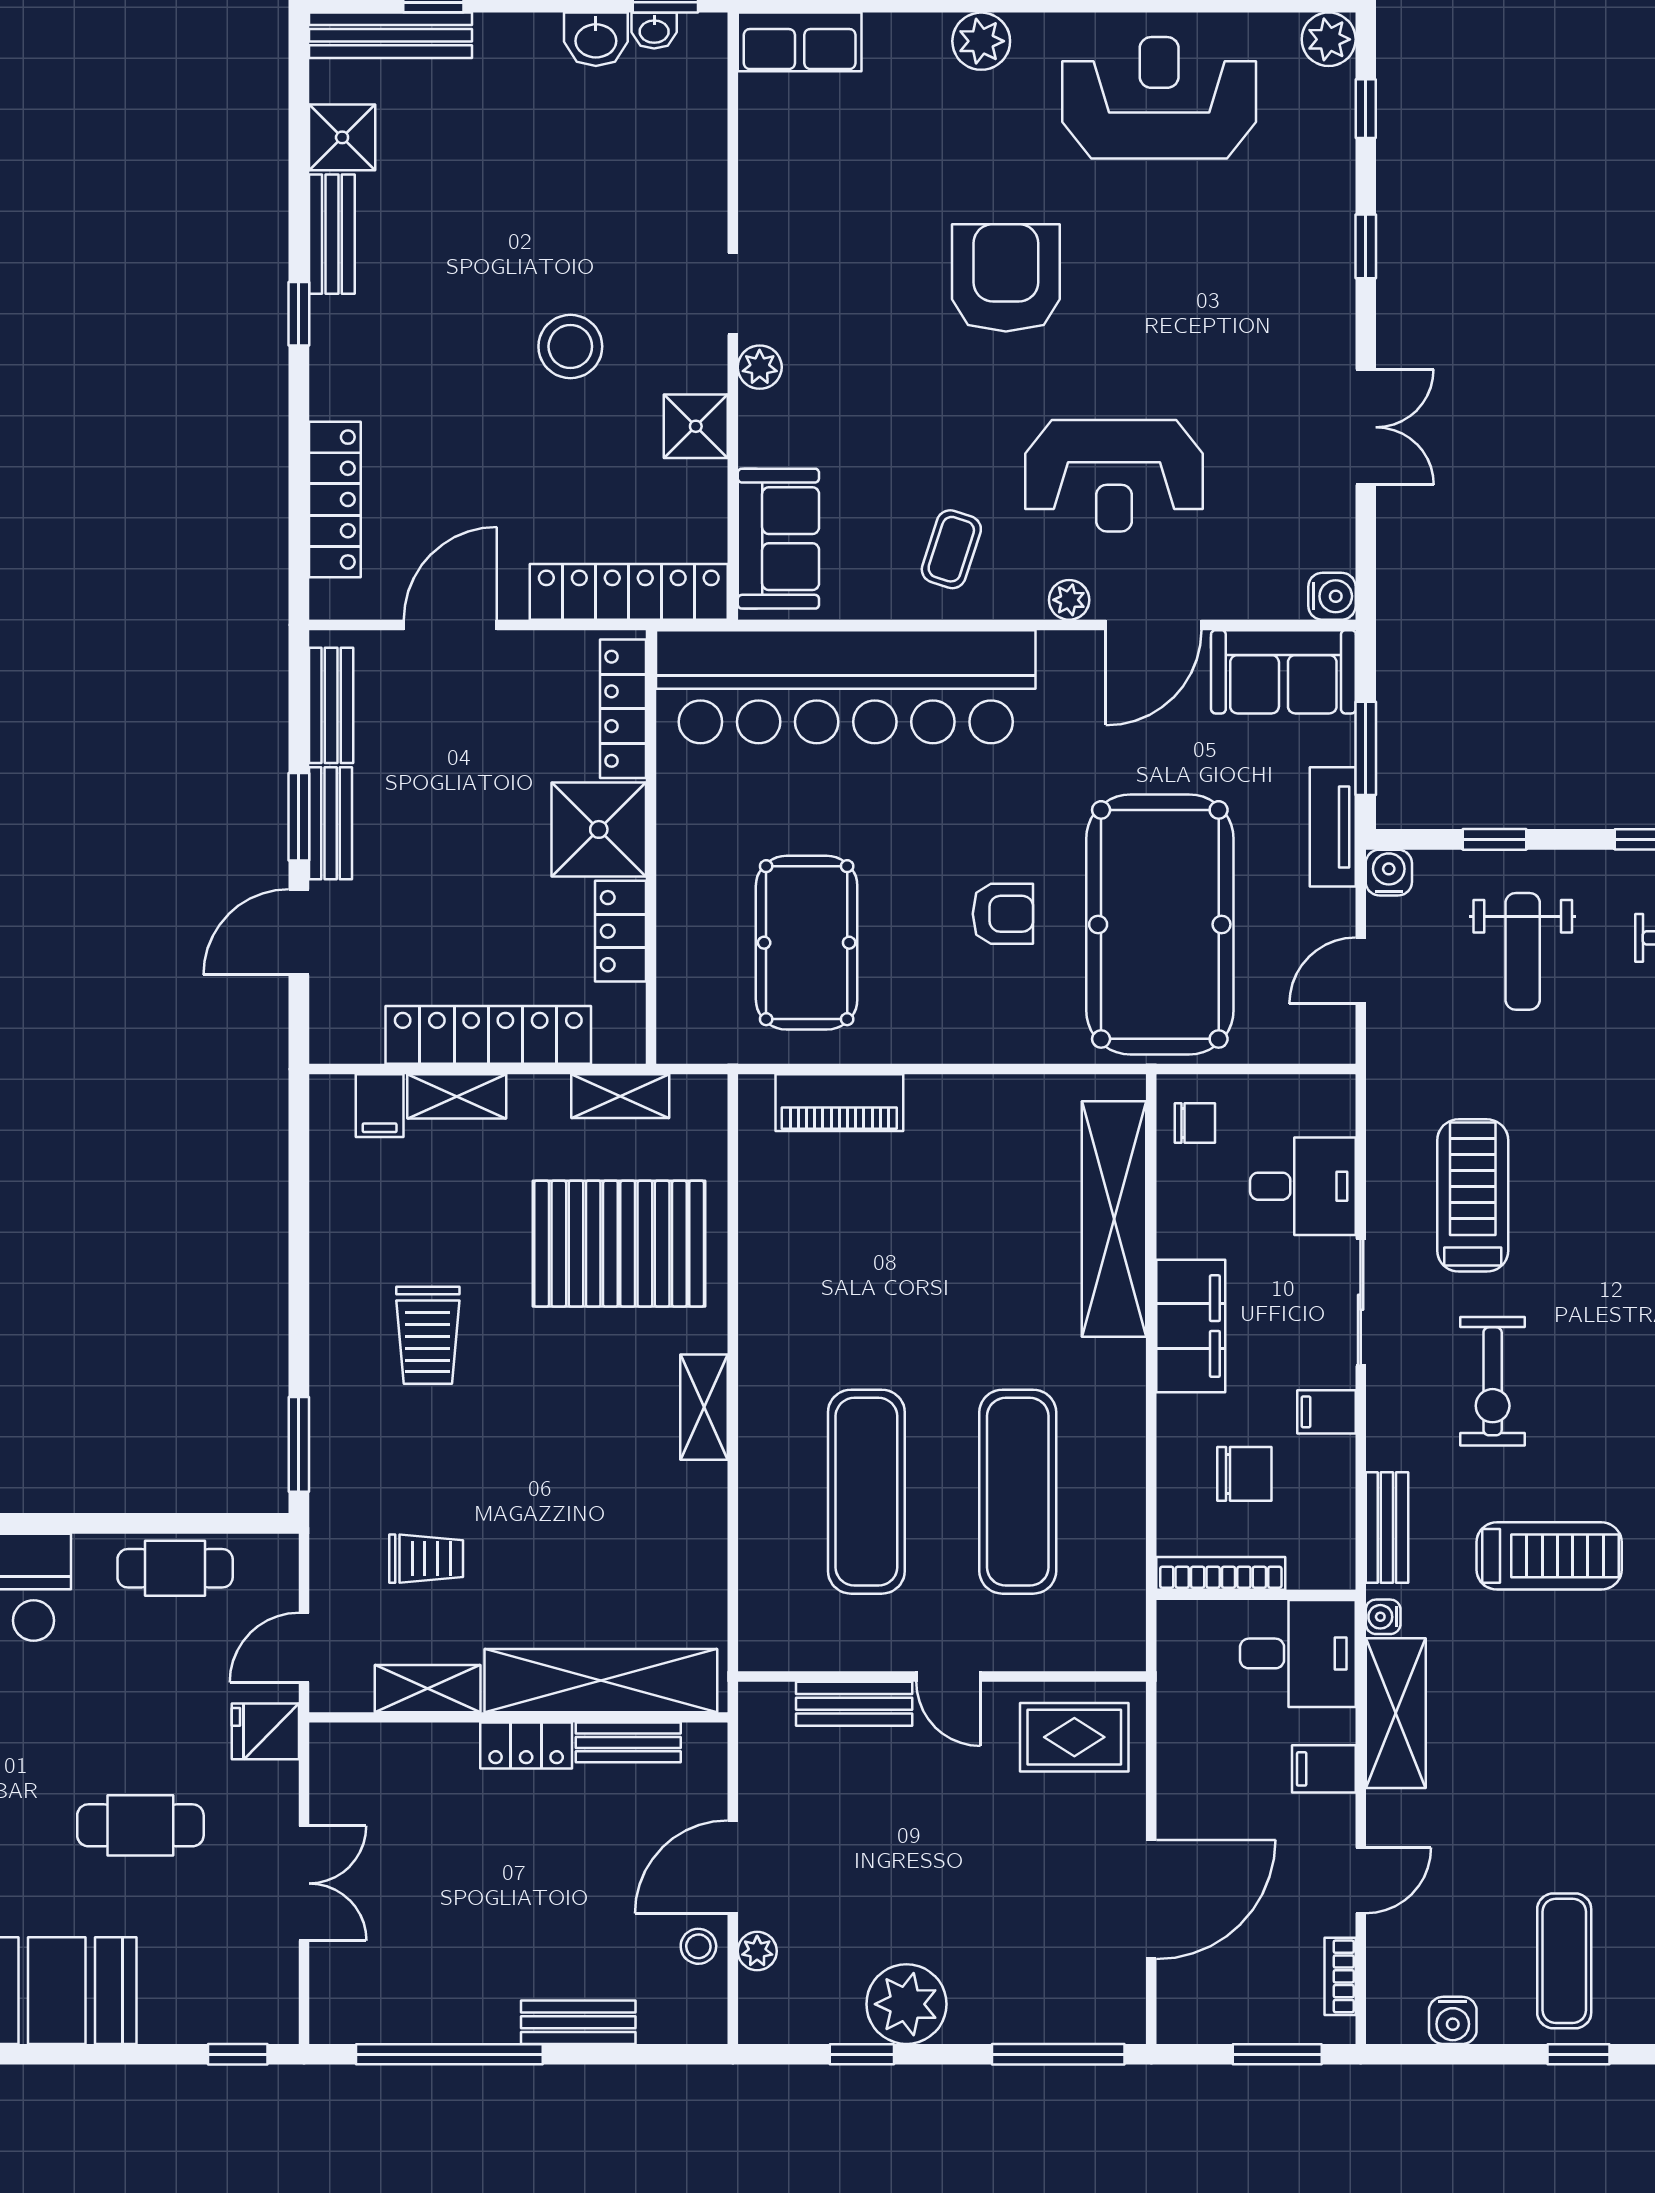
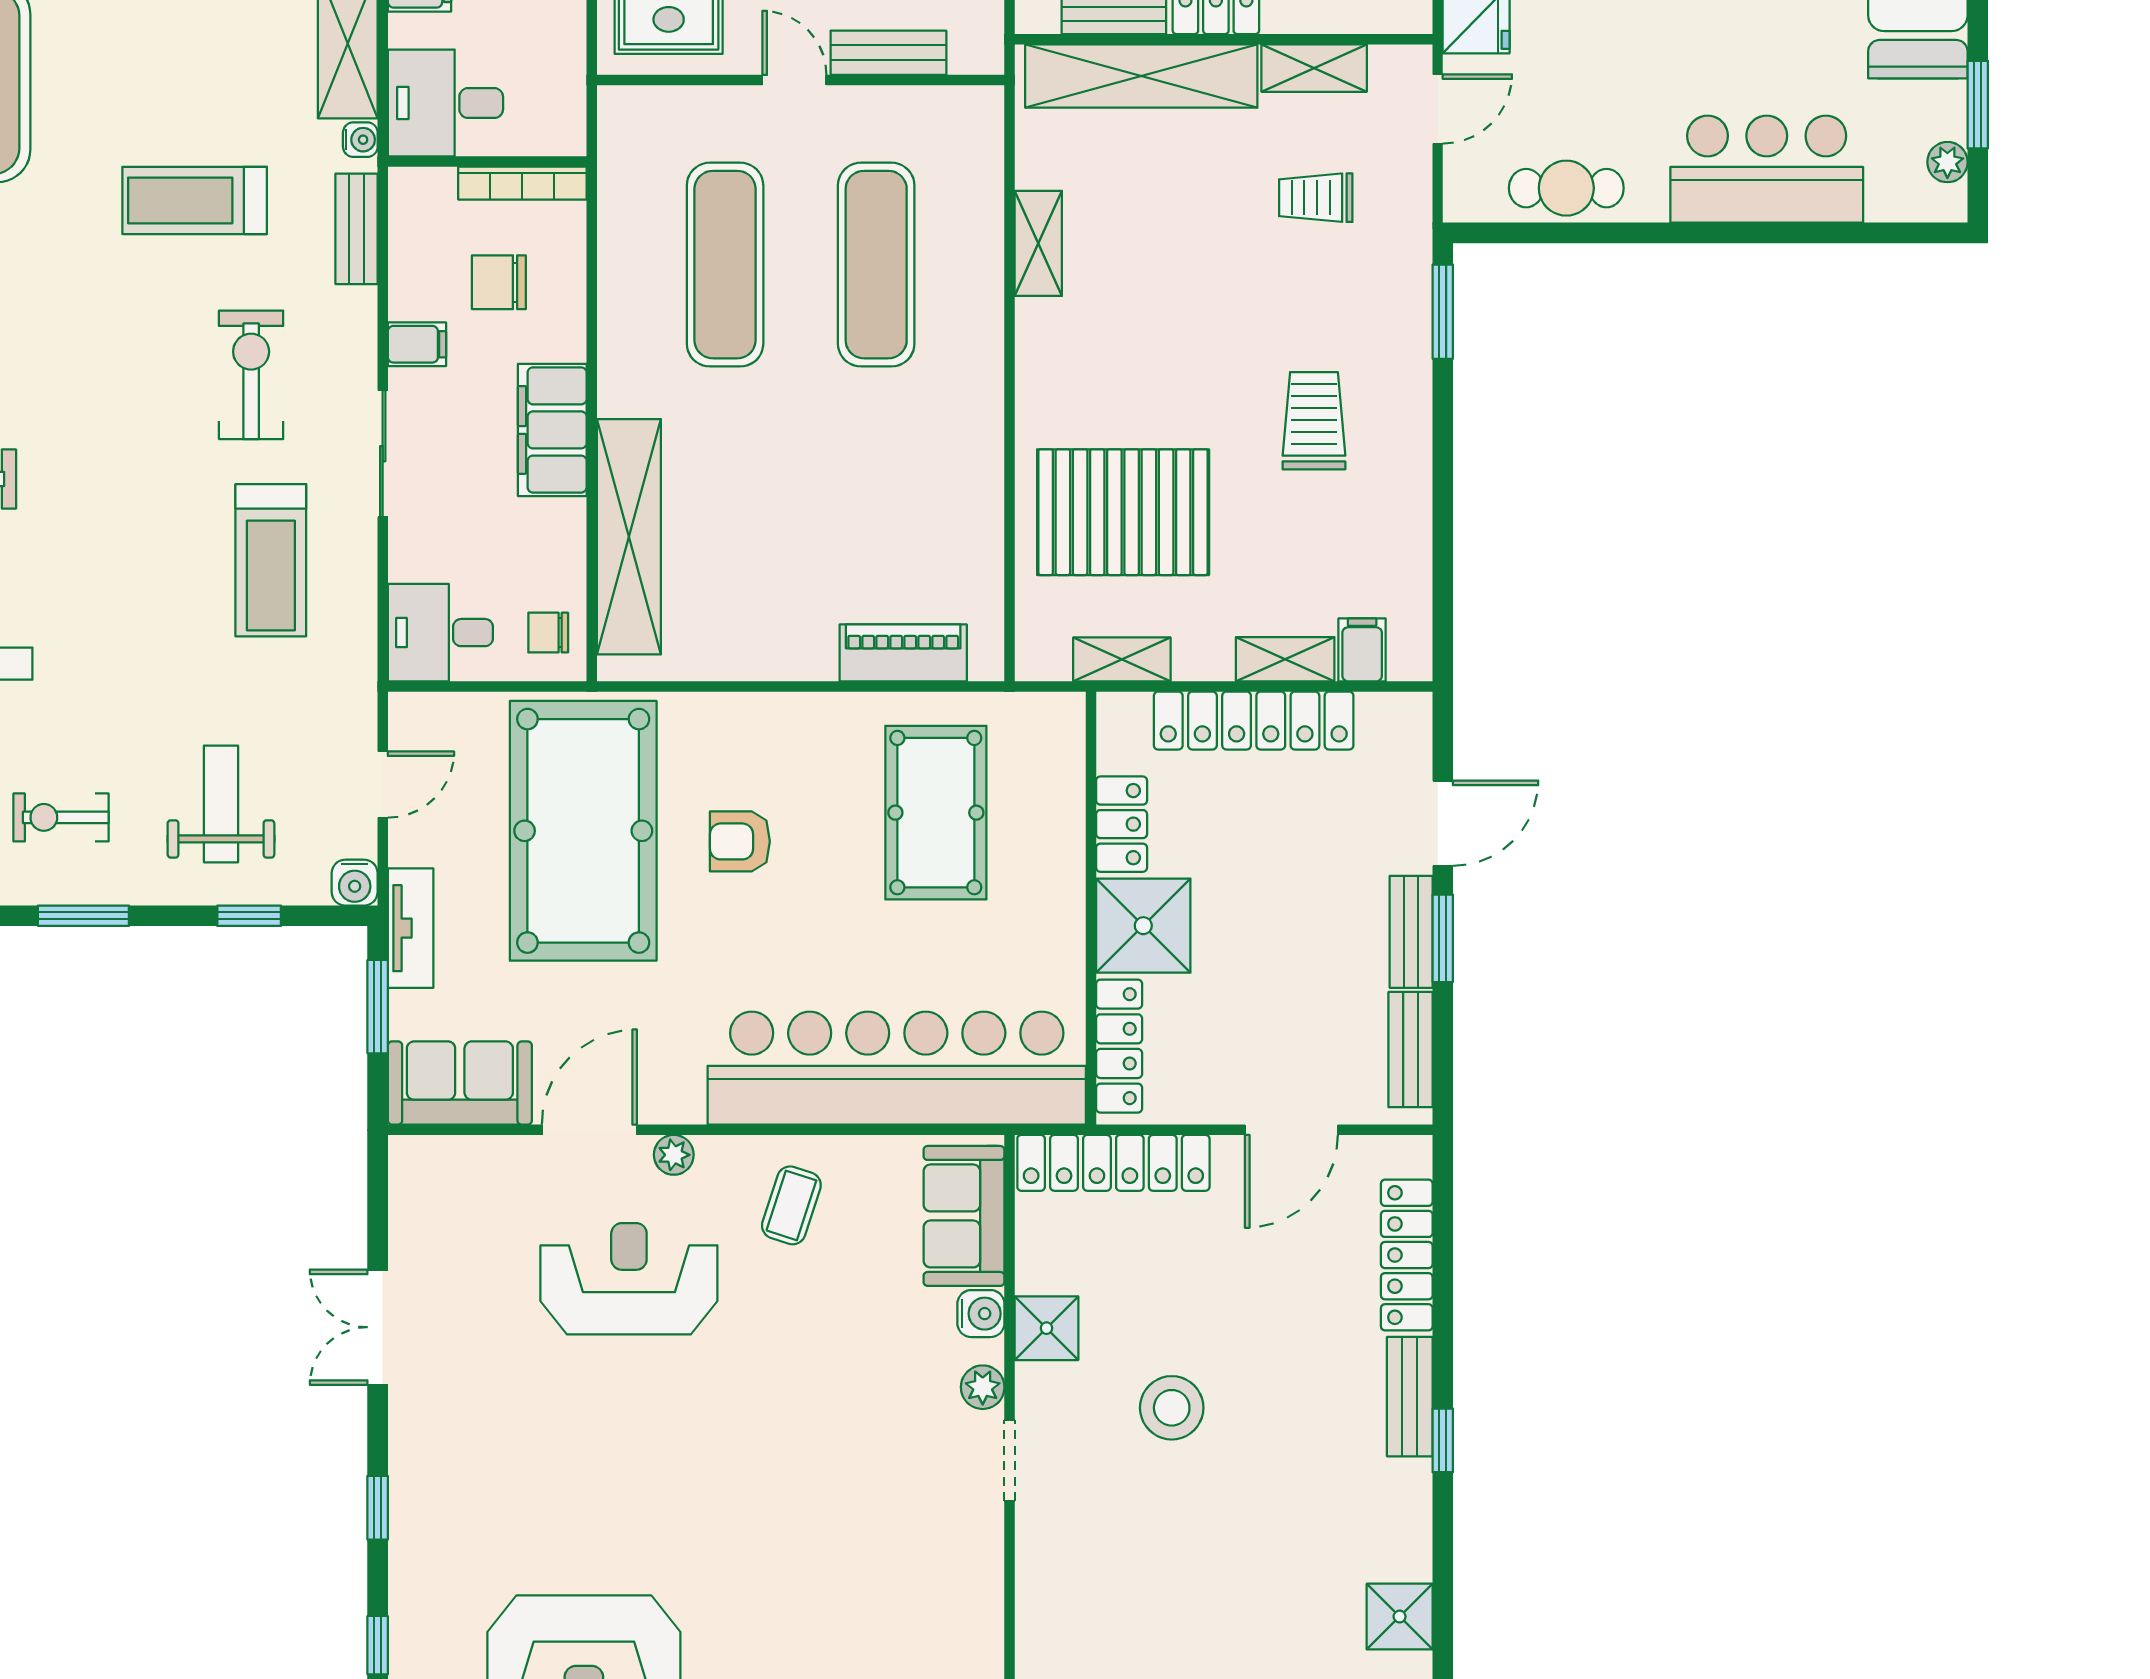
bench: (332, 234) -> (1410, 1397), moved
armchair: (1006, 278) -> (737, 1476), removed
water cooler: (1332, 596) -> (981, 1314), moved, turned 180
desk: (1303, 1186) -> (440, 633), moved
shelving: (704, 1407) -> (1038, 243), moved

